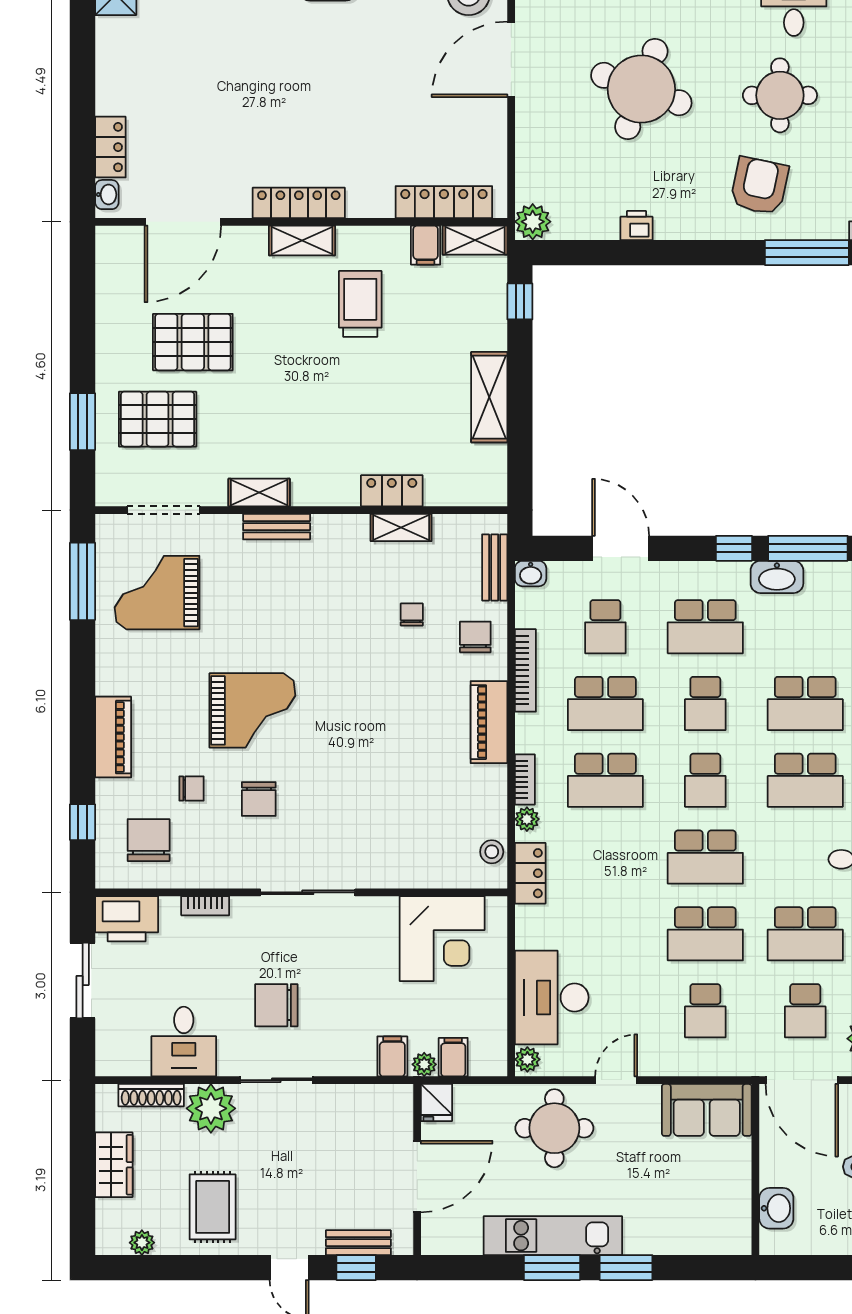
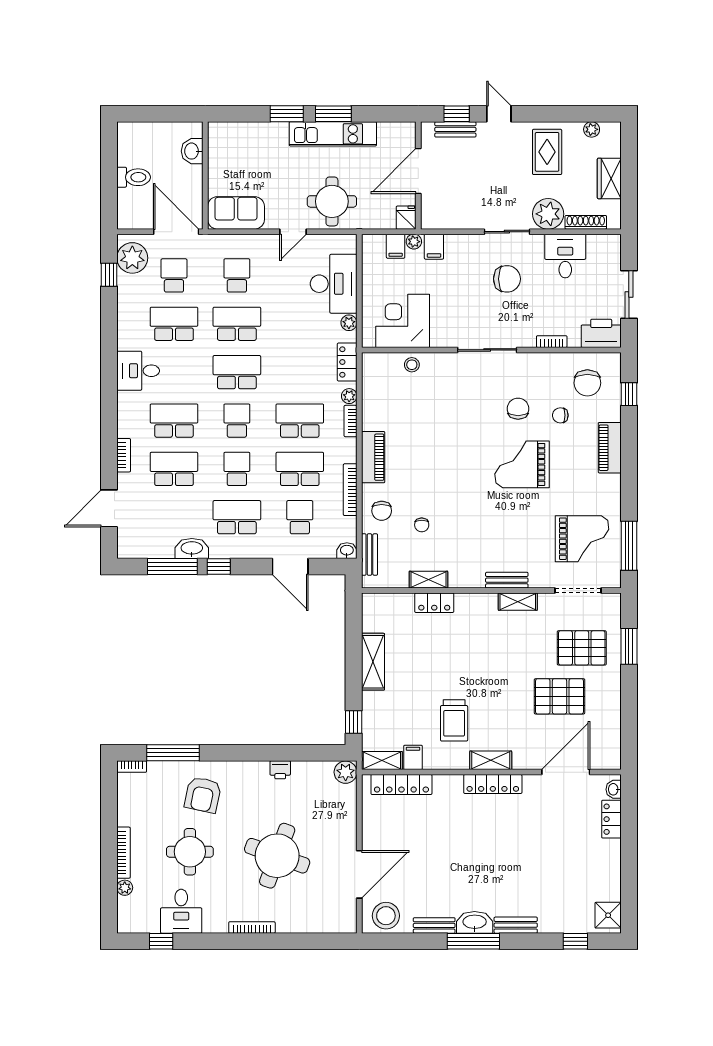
stool: (492, 852) -> (412, 365), moved
plant: (527, 1059) -> (349, 323), moved

